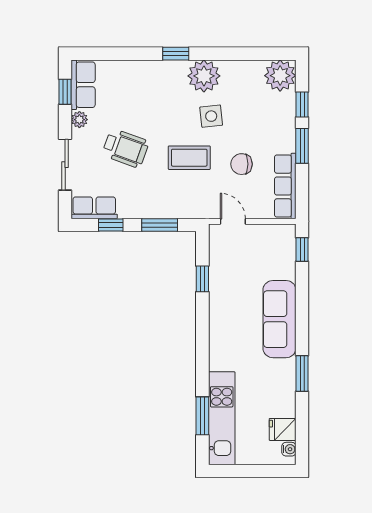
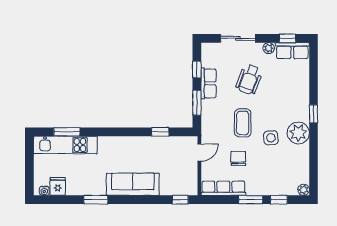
plant: (280, 76) -> (304, 190), width x0.53, depth x0.53
row of seats: (94, 208) -> (208, 83), moved

